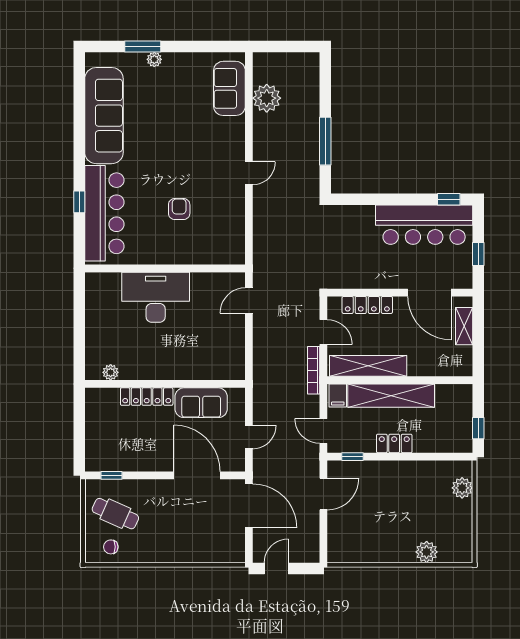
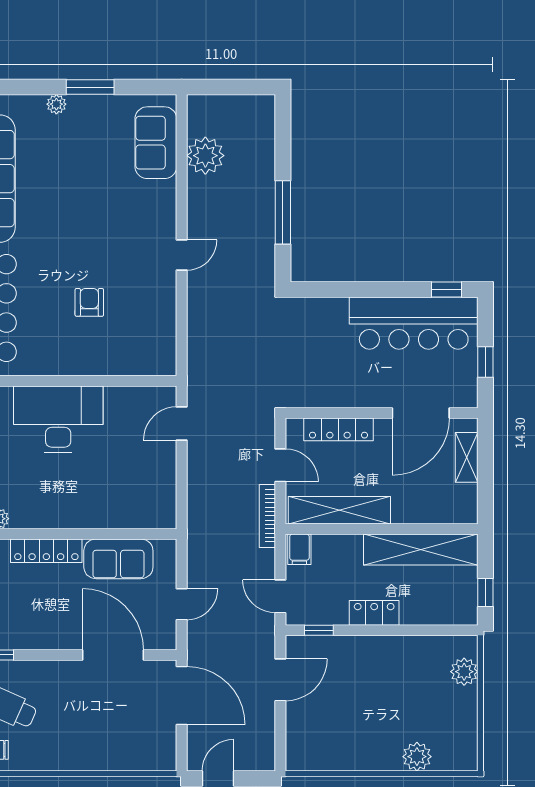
window: (143, 46) -> (90, 87), moved
door: (429, 293) -> (421, 413), hinge flipped
shelving: (391, 396) -> (421, 550), moved

